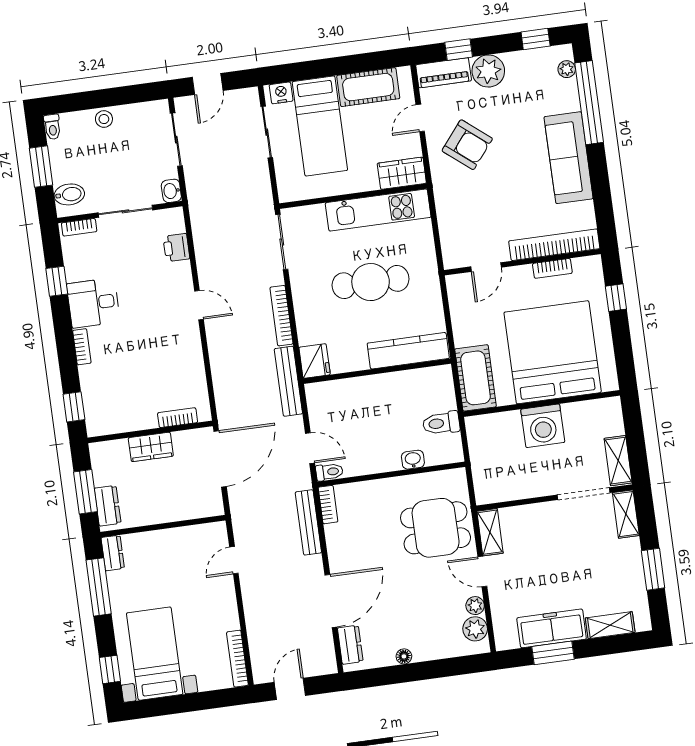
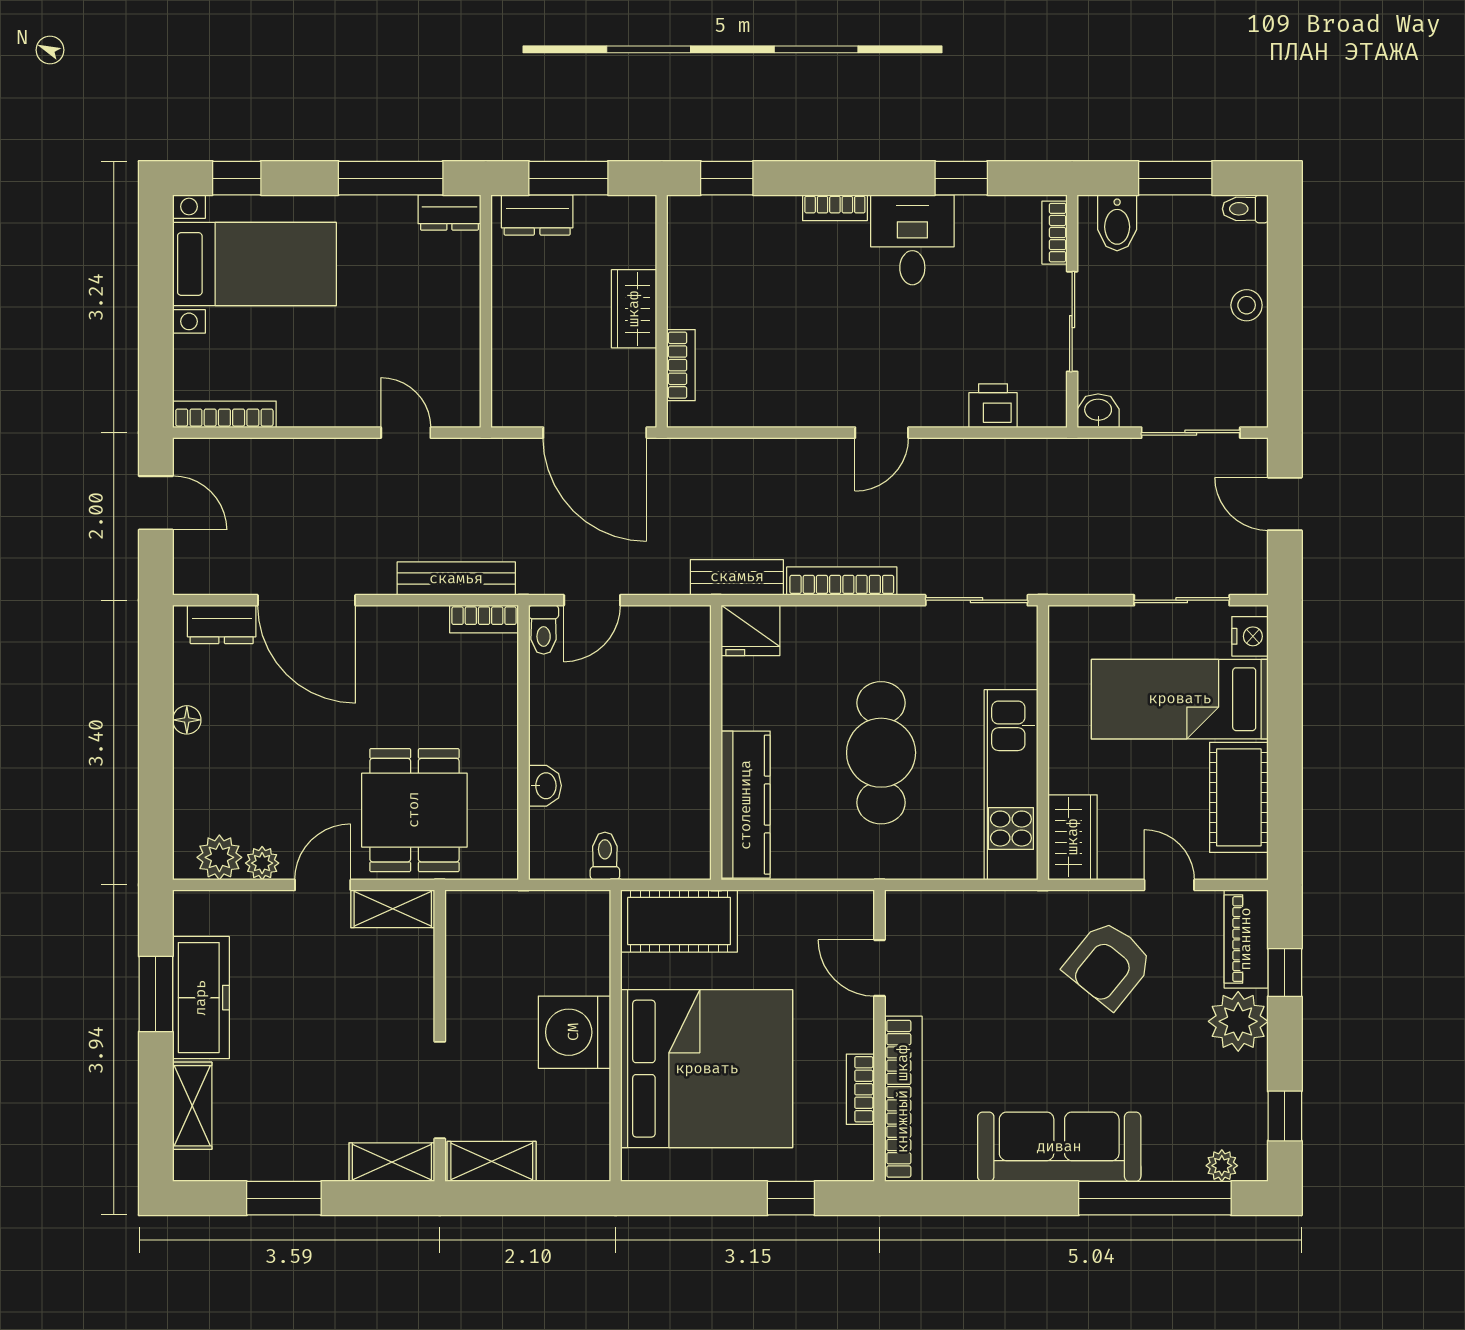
bench: (288, 381) -> (737, 577), width x0.73
toilet: (441, 423) -> (605, 856), width x0.73, depth x0.72

